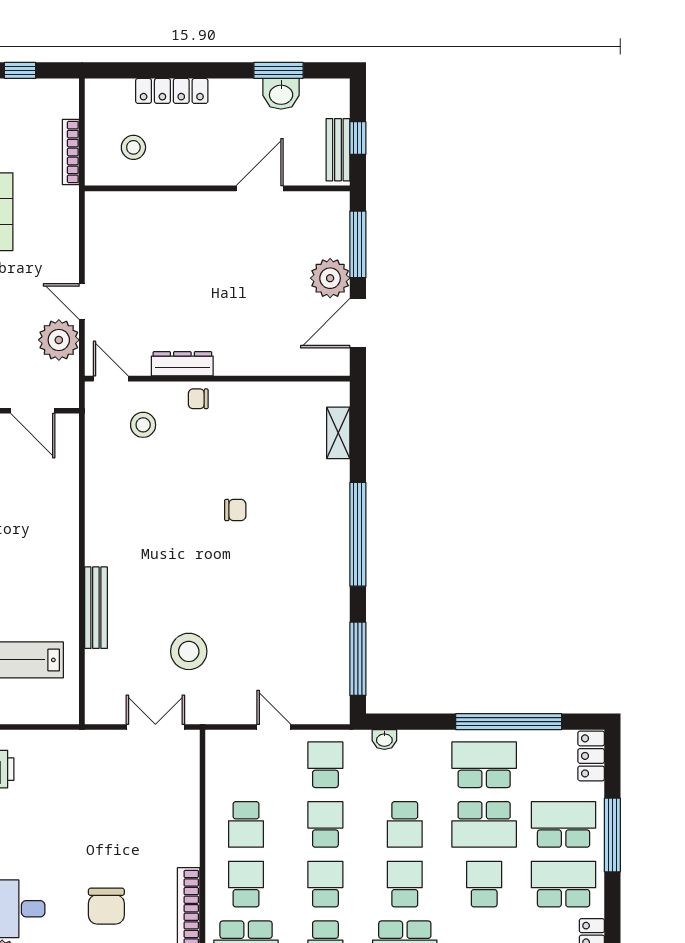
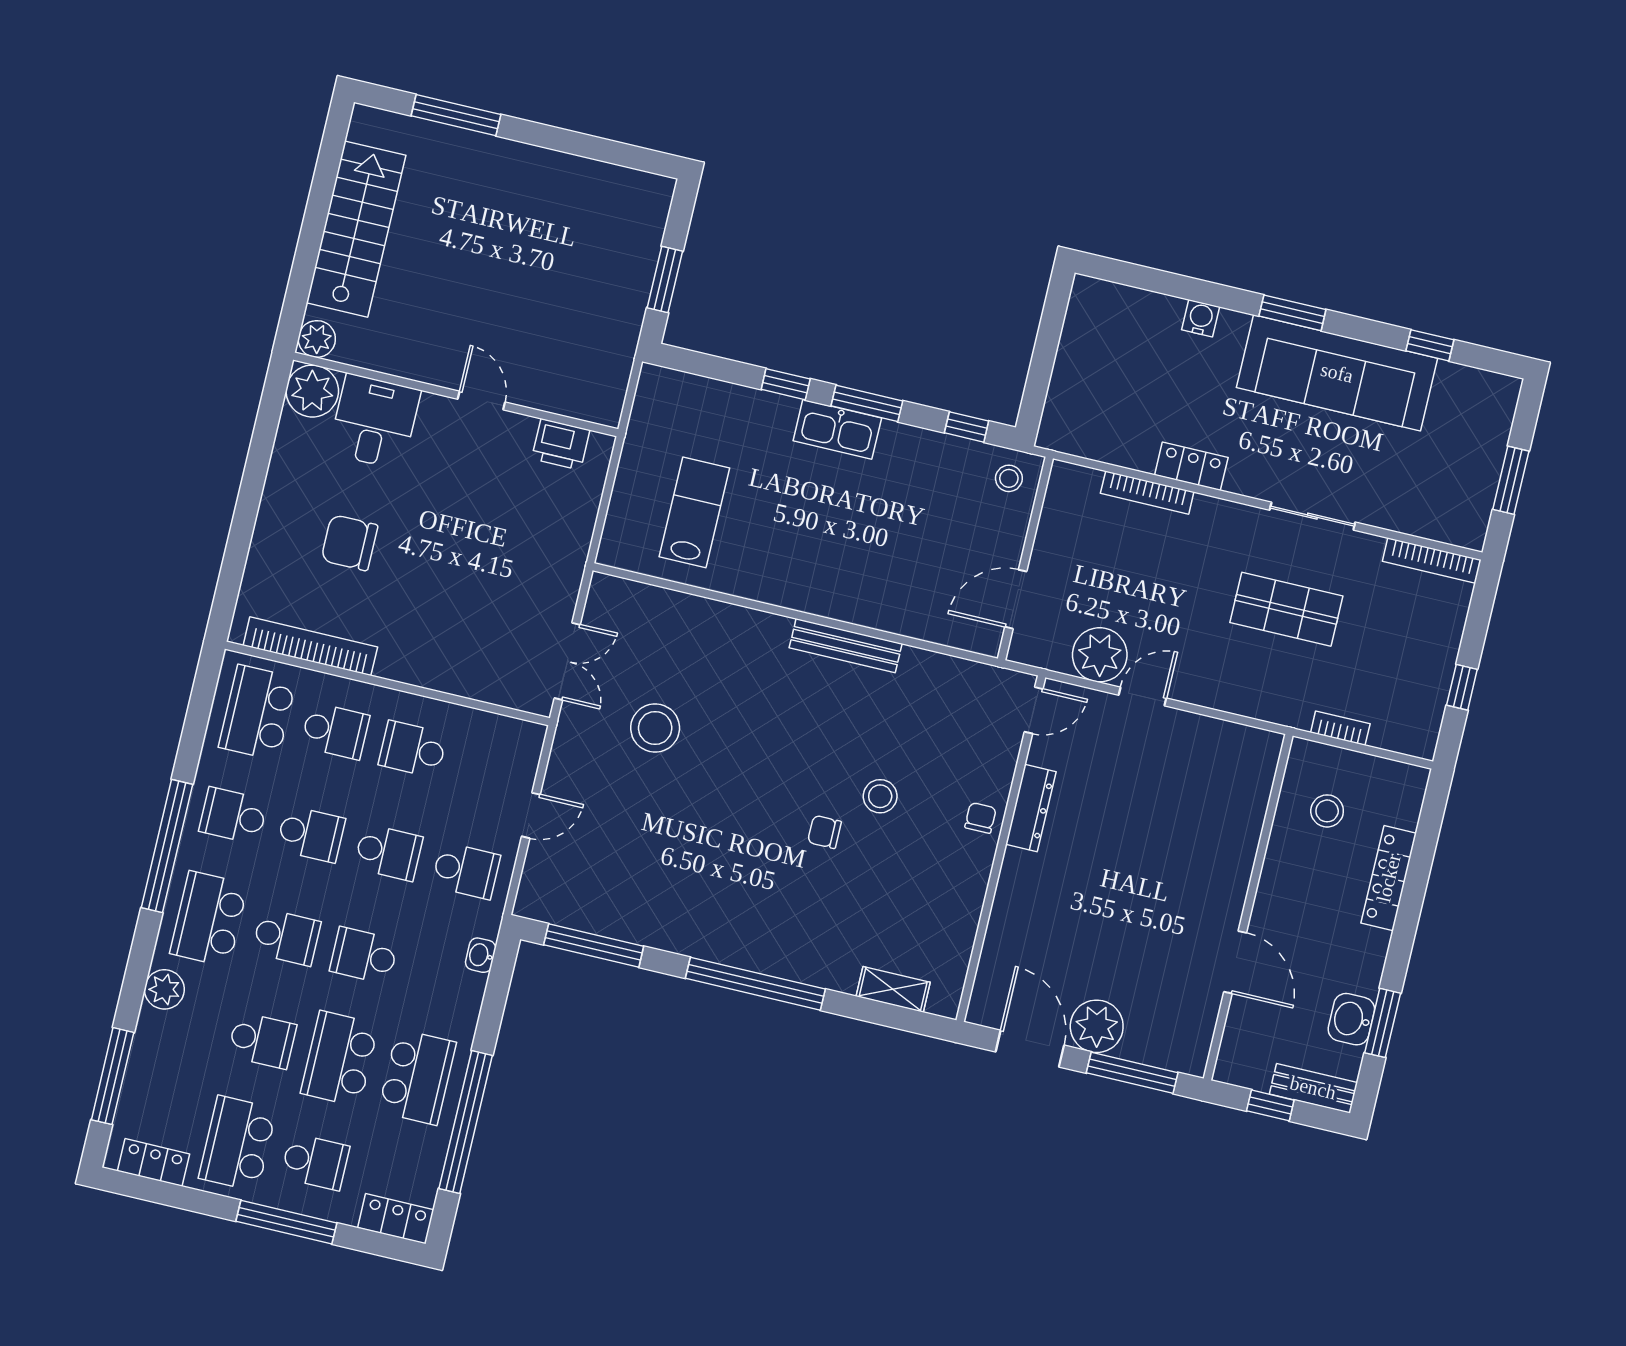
bench: (338, 150) -> (1313, 1088), moved
bookcase: (71, 152) -> (1340, 728), width x0.64
stool: (143, 425) -> (880, 796), moved
chair: (235, 510) -> (825, 832), turned 90
bench: (96, 608) -> (846, 646), moved
school desk: (564, 824) -> (315, 1162), width x0.54
school desk: (564, 884) -> (238, 1143), turned 180

